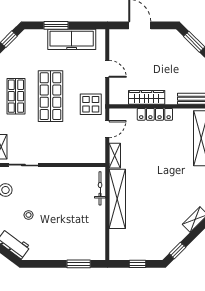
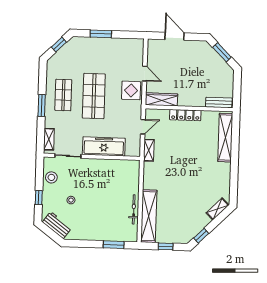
freezer: (72, 39) -> (104, 146), moved, turned 180
wardrobe: (147, 97) -> (161, 99), moved
display table: (91, 104) -> (131, 90), moved
bicycle: (100, 188) -> (134, 209), moved
shelving: (117, 199) -> (149, 216), moved

